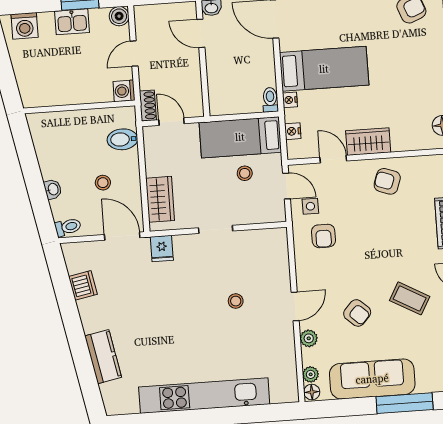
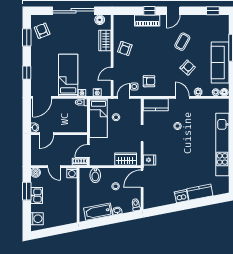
wardrobe: (368, 142) -> (105, 40), moved
bathtub: (48, 150) -> (98, 212), added
kitchen counter: (276, 253) -> (156, 105), added
dishwasher: (83, 285) -> (181, 196), moved

